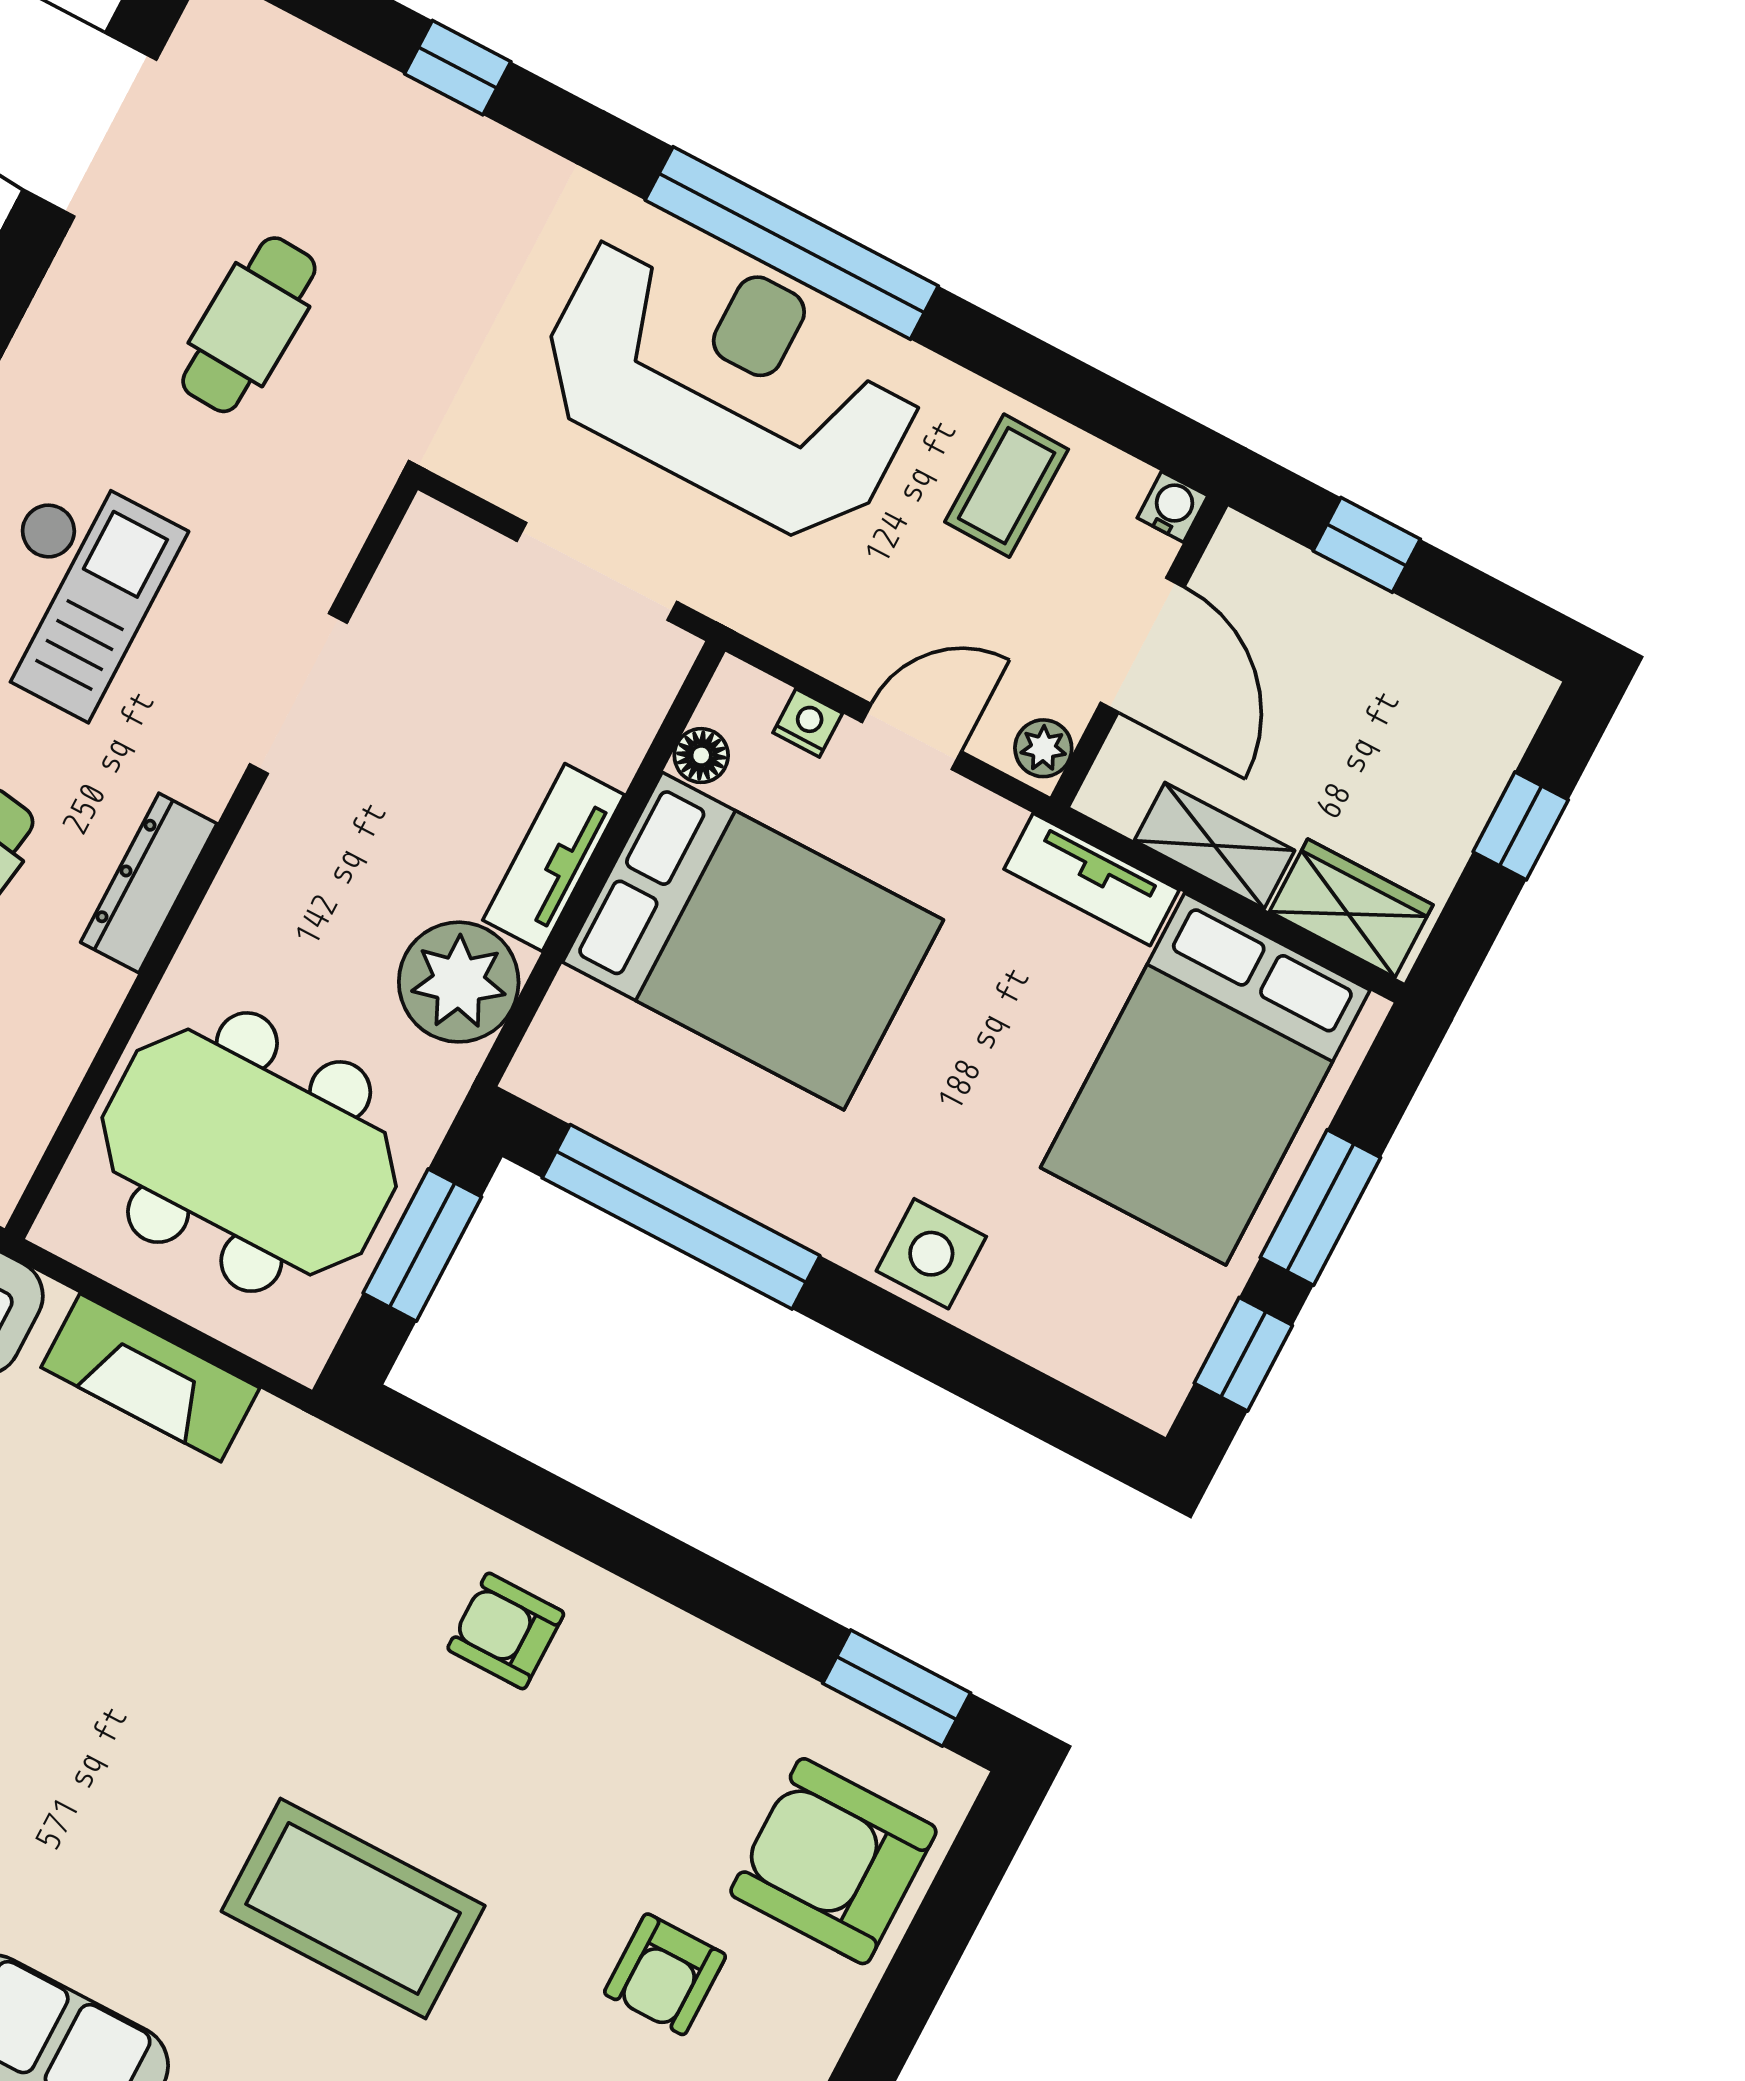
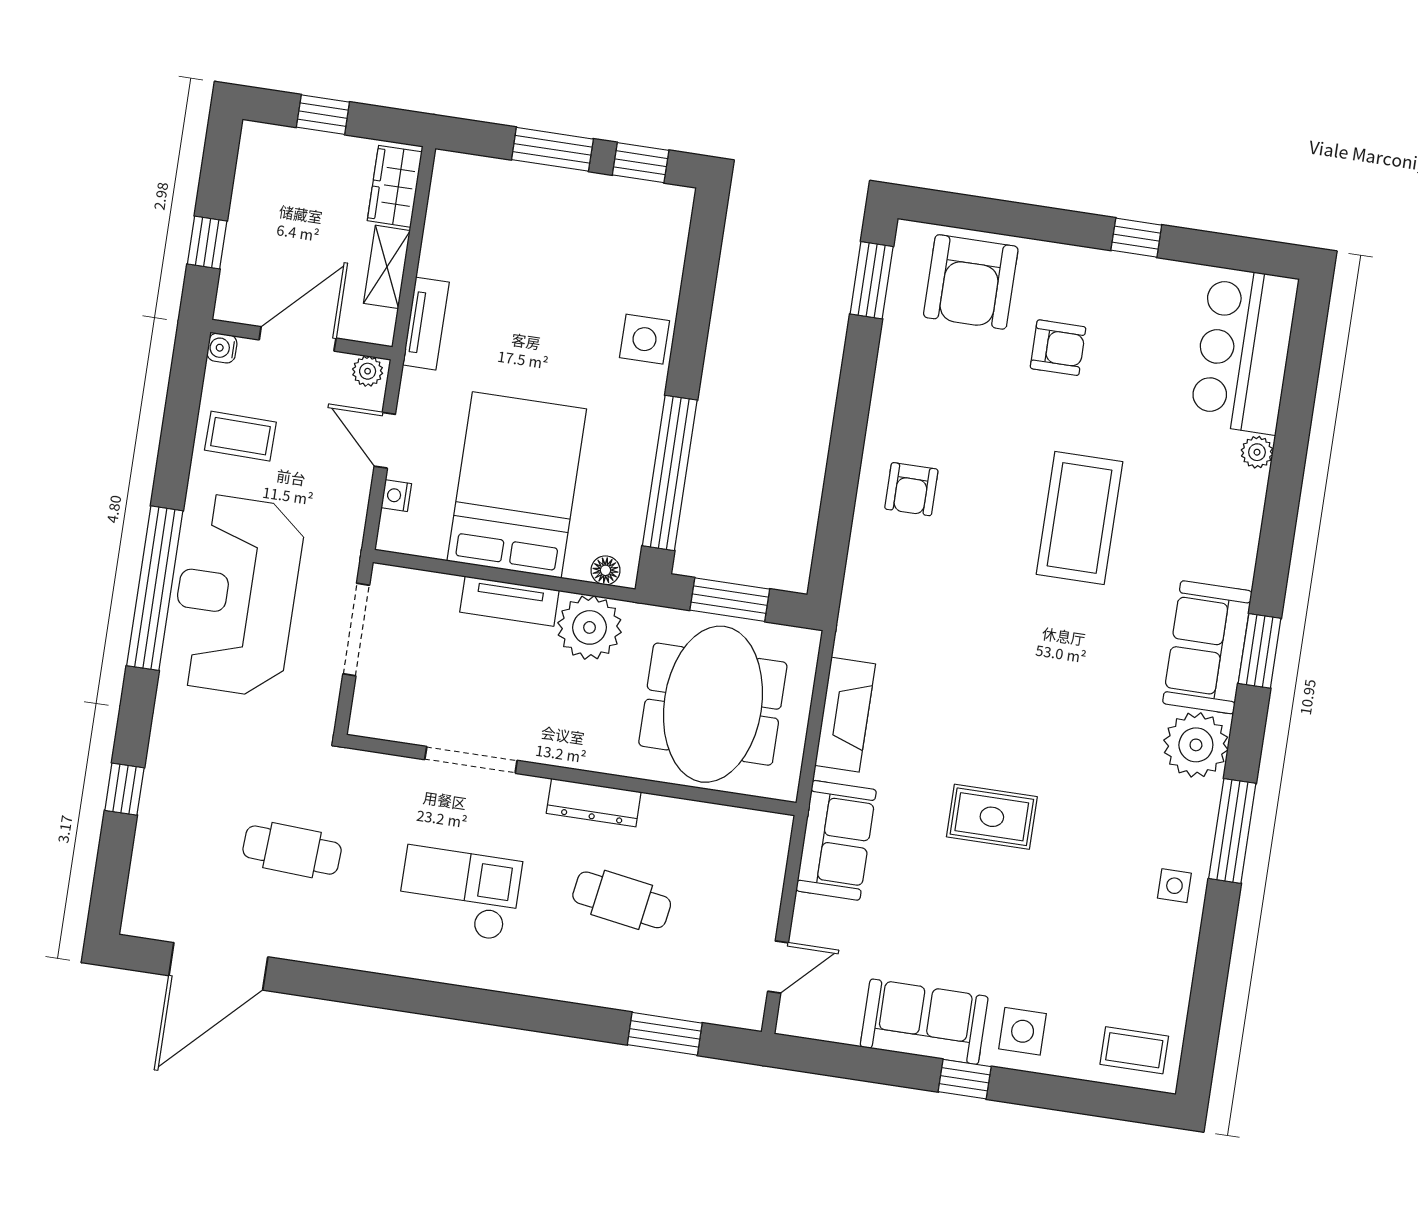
floor lamp: (701, 756) -> (605, 570), moved
bed: (1205, 1079) -> (507, 231), removed

